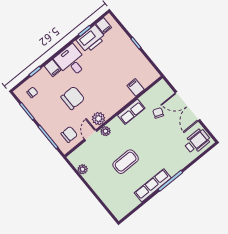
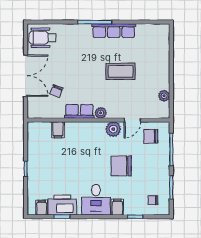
plant: (106, 131) -> (101, 113), moved

